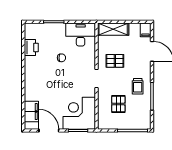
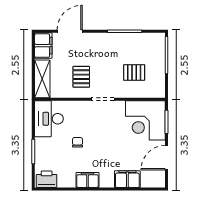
filing cabinet: (146, 30) -> (43, 46), width x2.00
printer: (31, 47) -> (47, 179), moved
filing cabinet: (31, 66) -> (87, 180), added
trolley: (138, 86) -> (112, 49), removed
filing cabinet: (31, 111) -> (127, 179), moved

